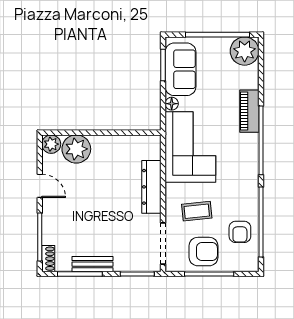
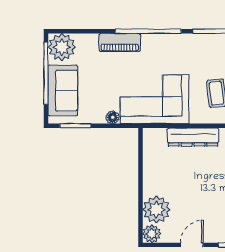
sofa: (180, 69) -> (63, 90), moved, turned 90

